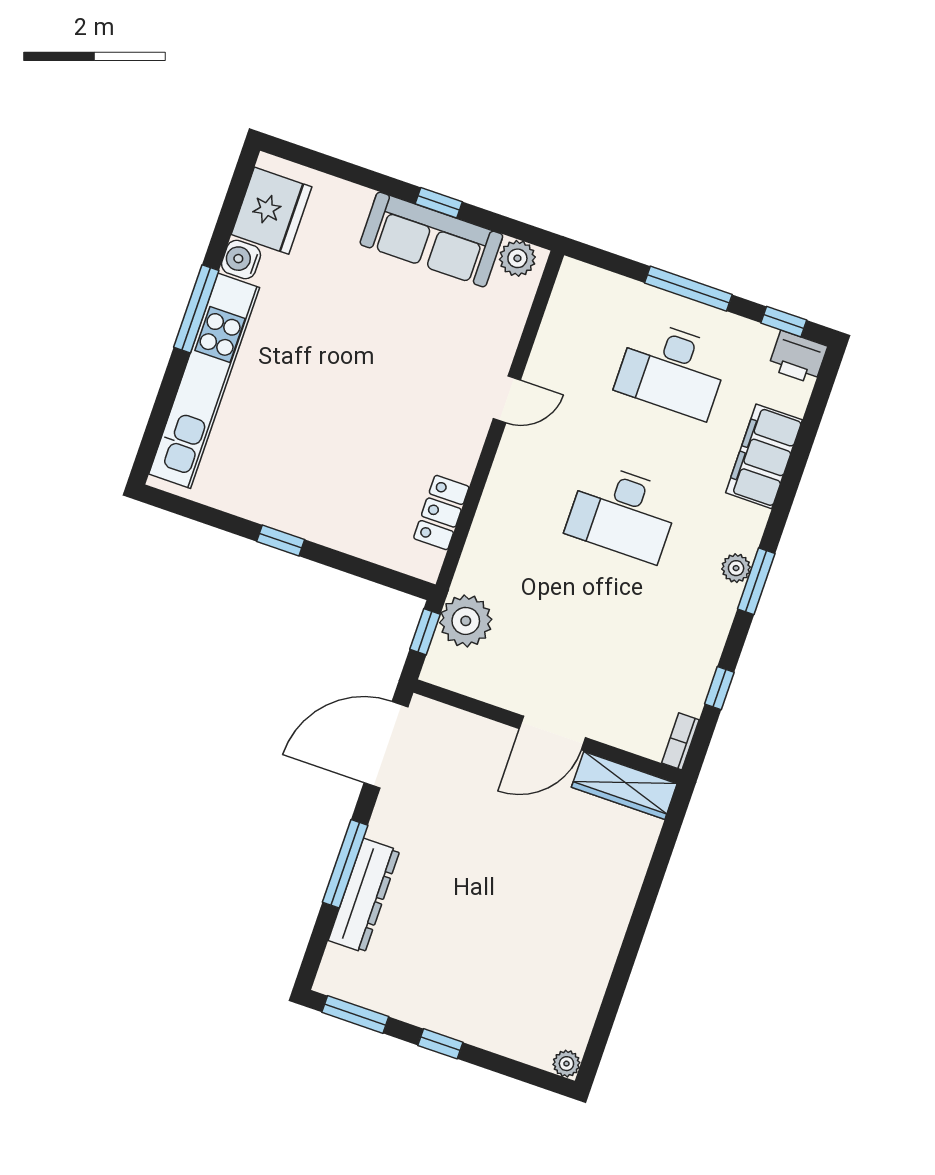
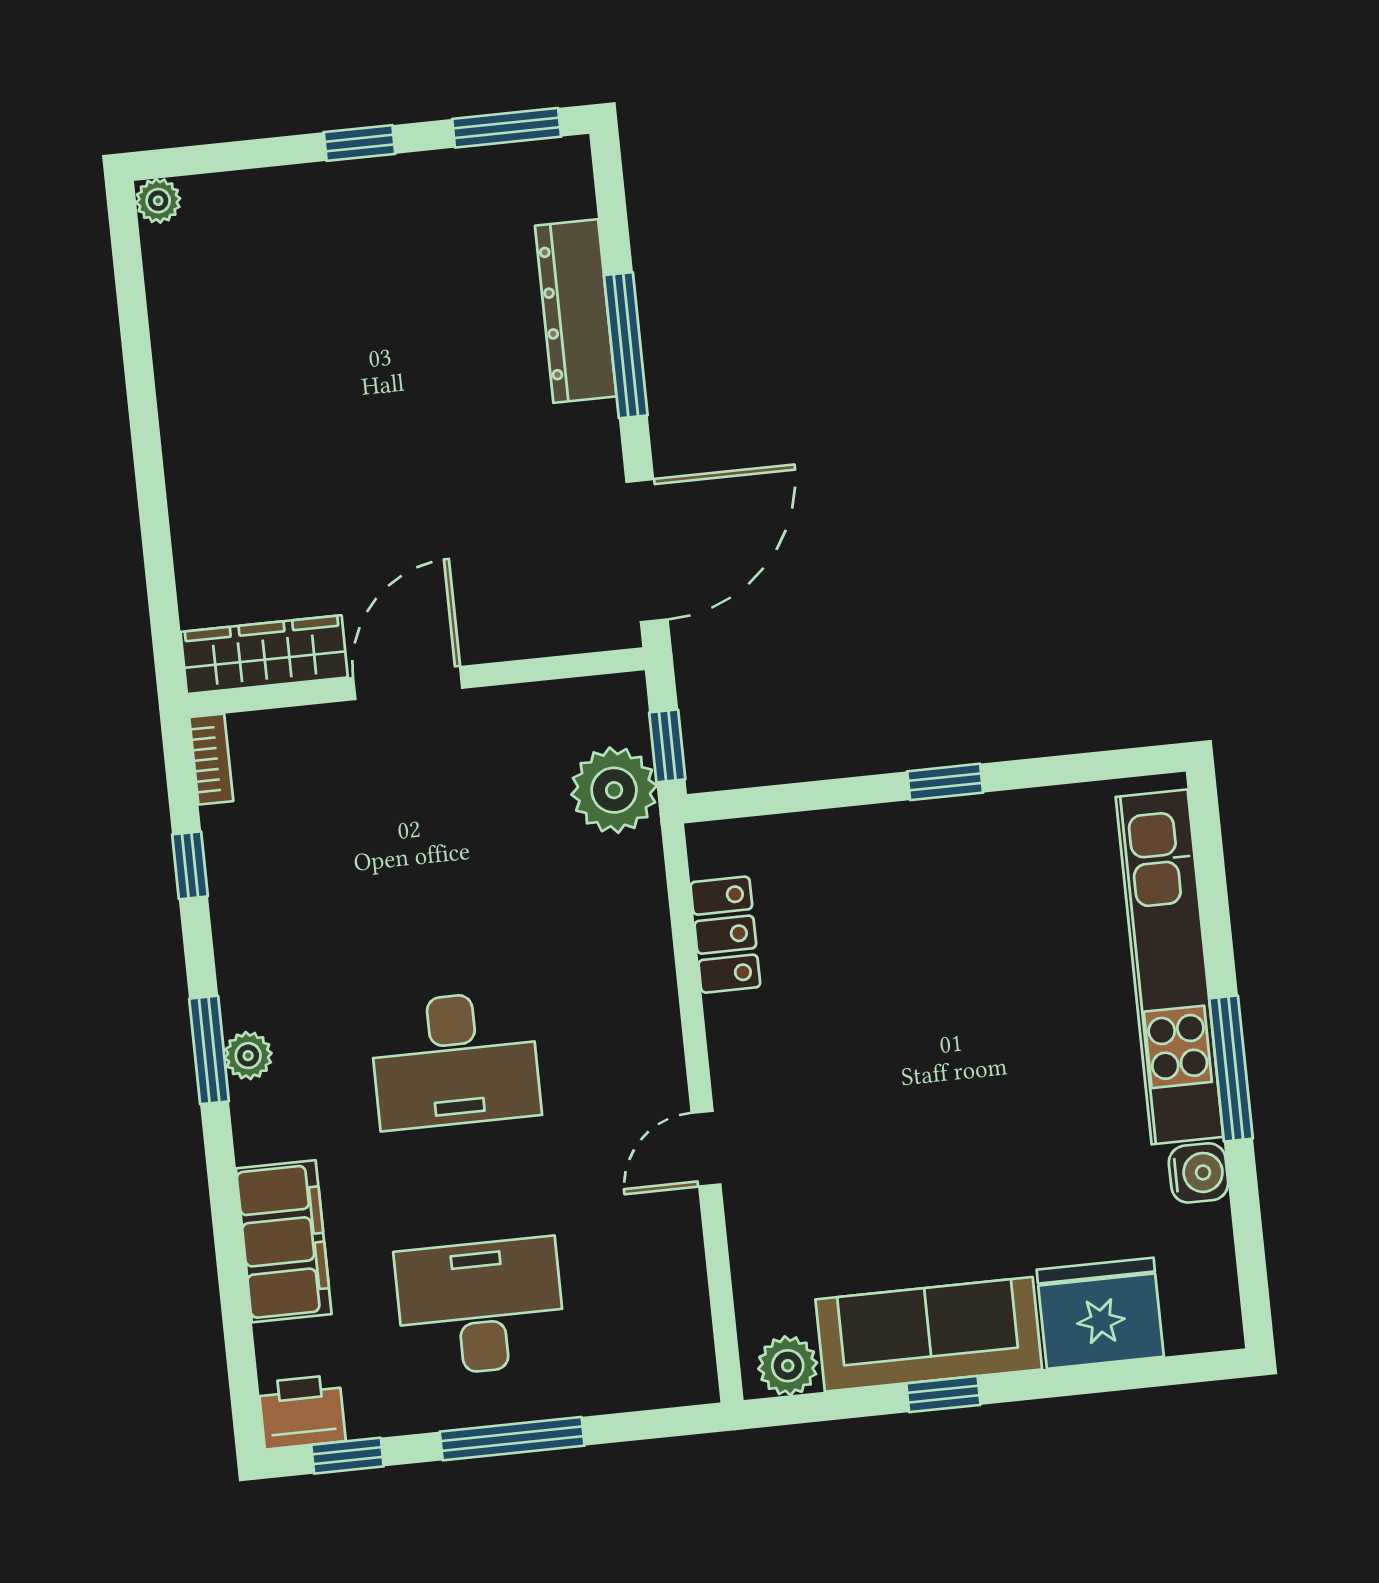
fridge: (271, 211) -> (1100, 1313), moved, turned 90
desk: (623, 513) -> (455, 1060), turned 180

